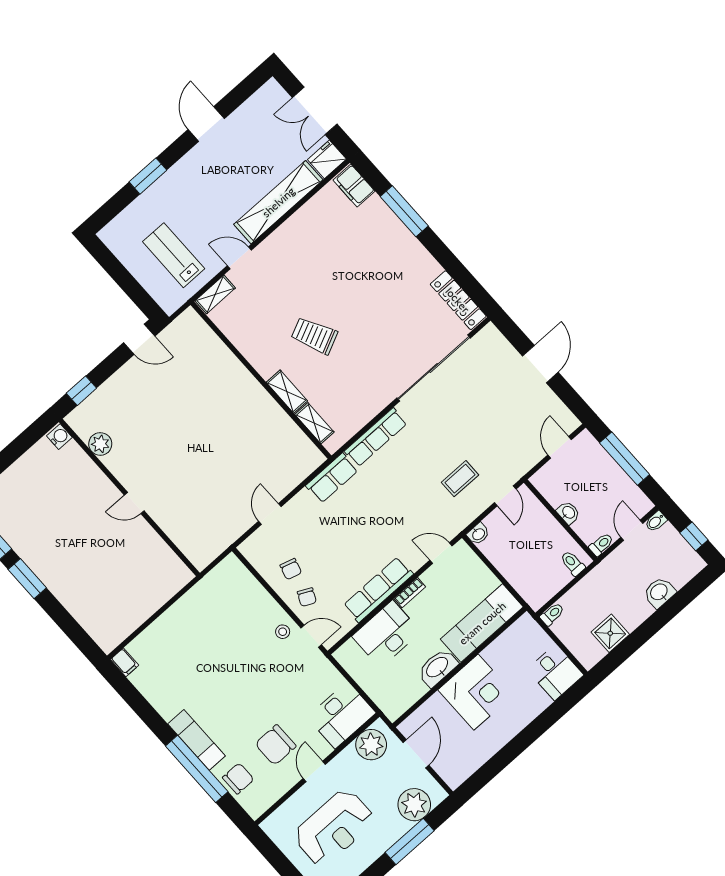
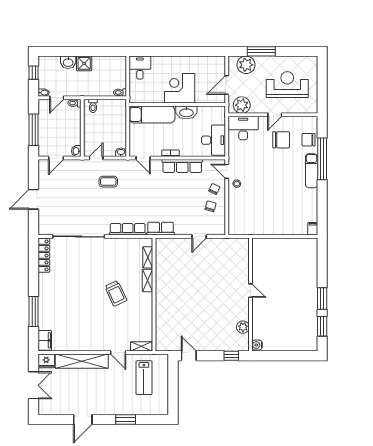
washbasin: (568, 513) -> (76, 151), moved
shower: (610, 633) -> (84, 63), moved
desk: (386, 634) -> (213, 140), moved, turned -90

